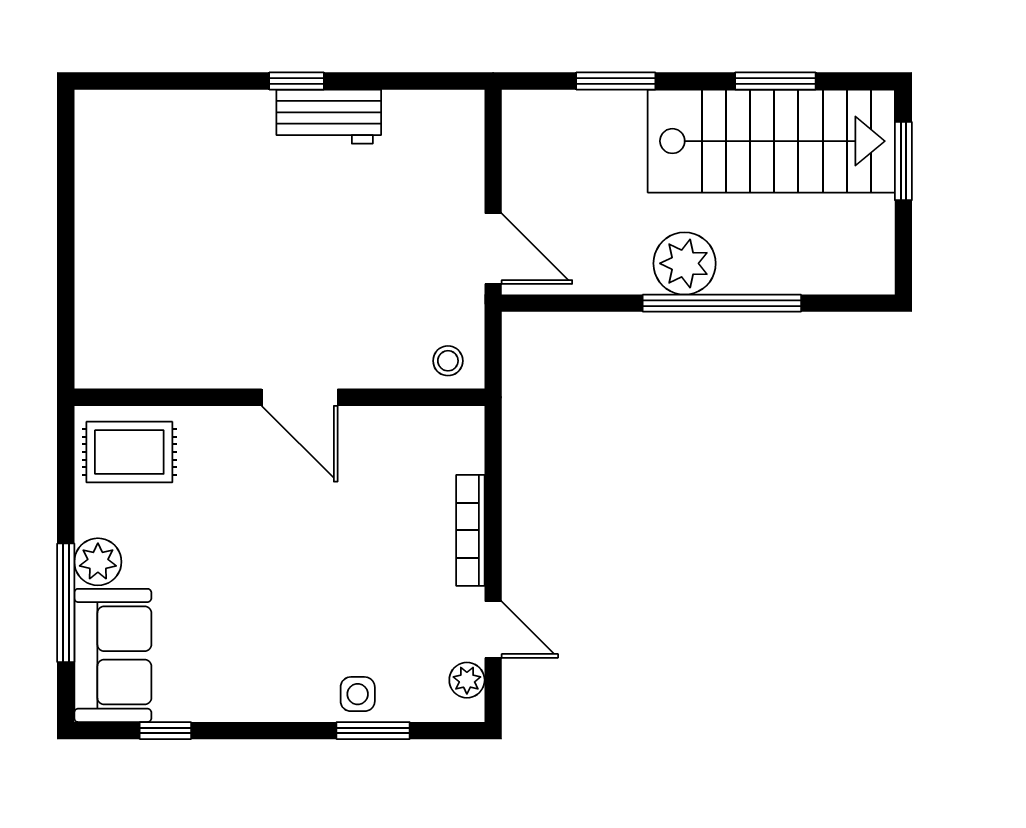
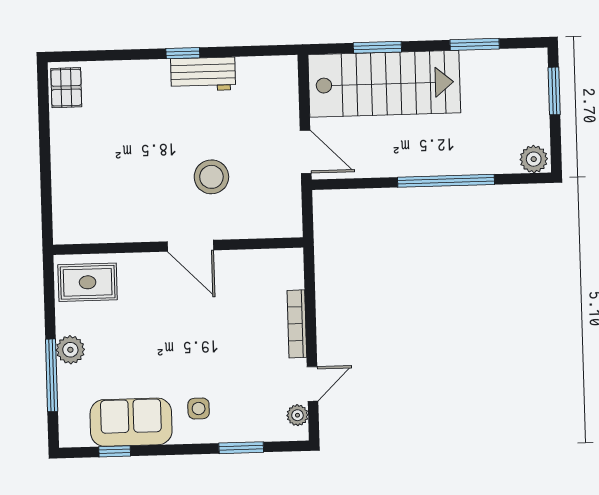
pallet: (104, 132) -> (66, 88), added
stairs: (771, 141) -> (384, 84), moved
plant: (685, 263) -> (534, 159), moved, width x0.73, depth x0.73
stool: (448, 361) -> (211, 177), moved, width x1.89, depth x1.89
door: (493, 630) -> (313, 384), hinge flipped
sofa: (113, 655) -> (131, 422), moved, turned -90
side table: (358, 694) -> (199, 409), moved

